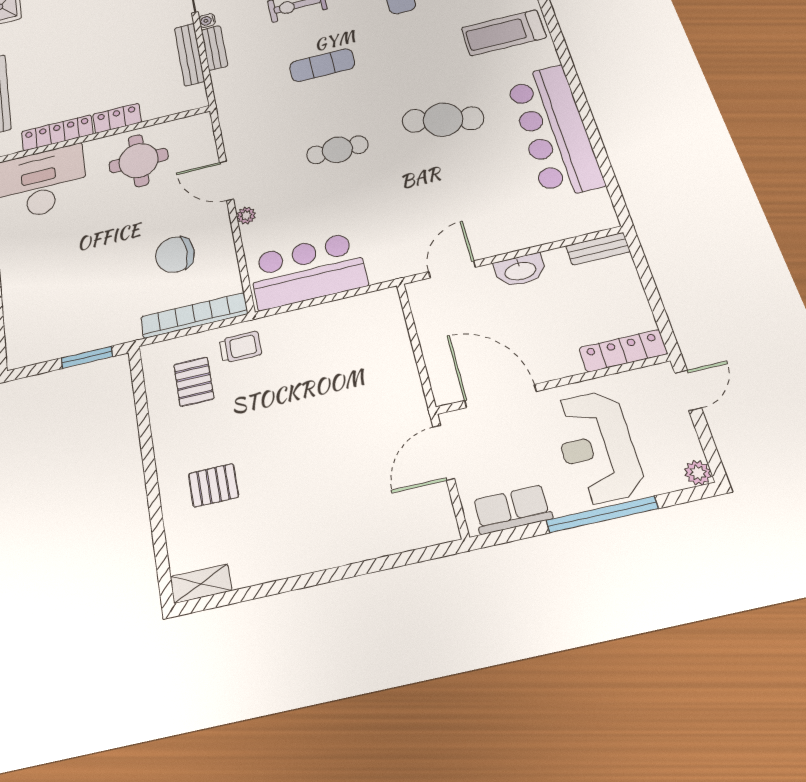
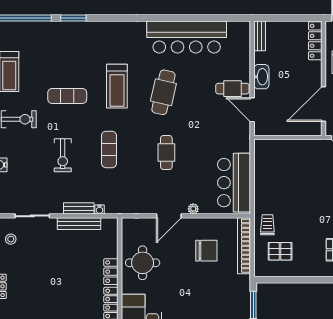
water cooler: (207, 21) -> (100, 210), moved
treadmill: (504, 33) -> (117, 86), moved
cafe table: (482, 227) -> (232, 89), added
chair: (175, 255) -> (206, 251), turned -90

